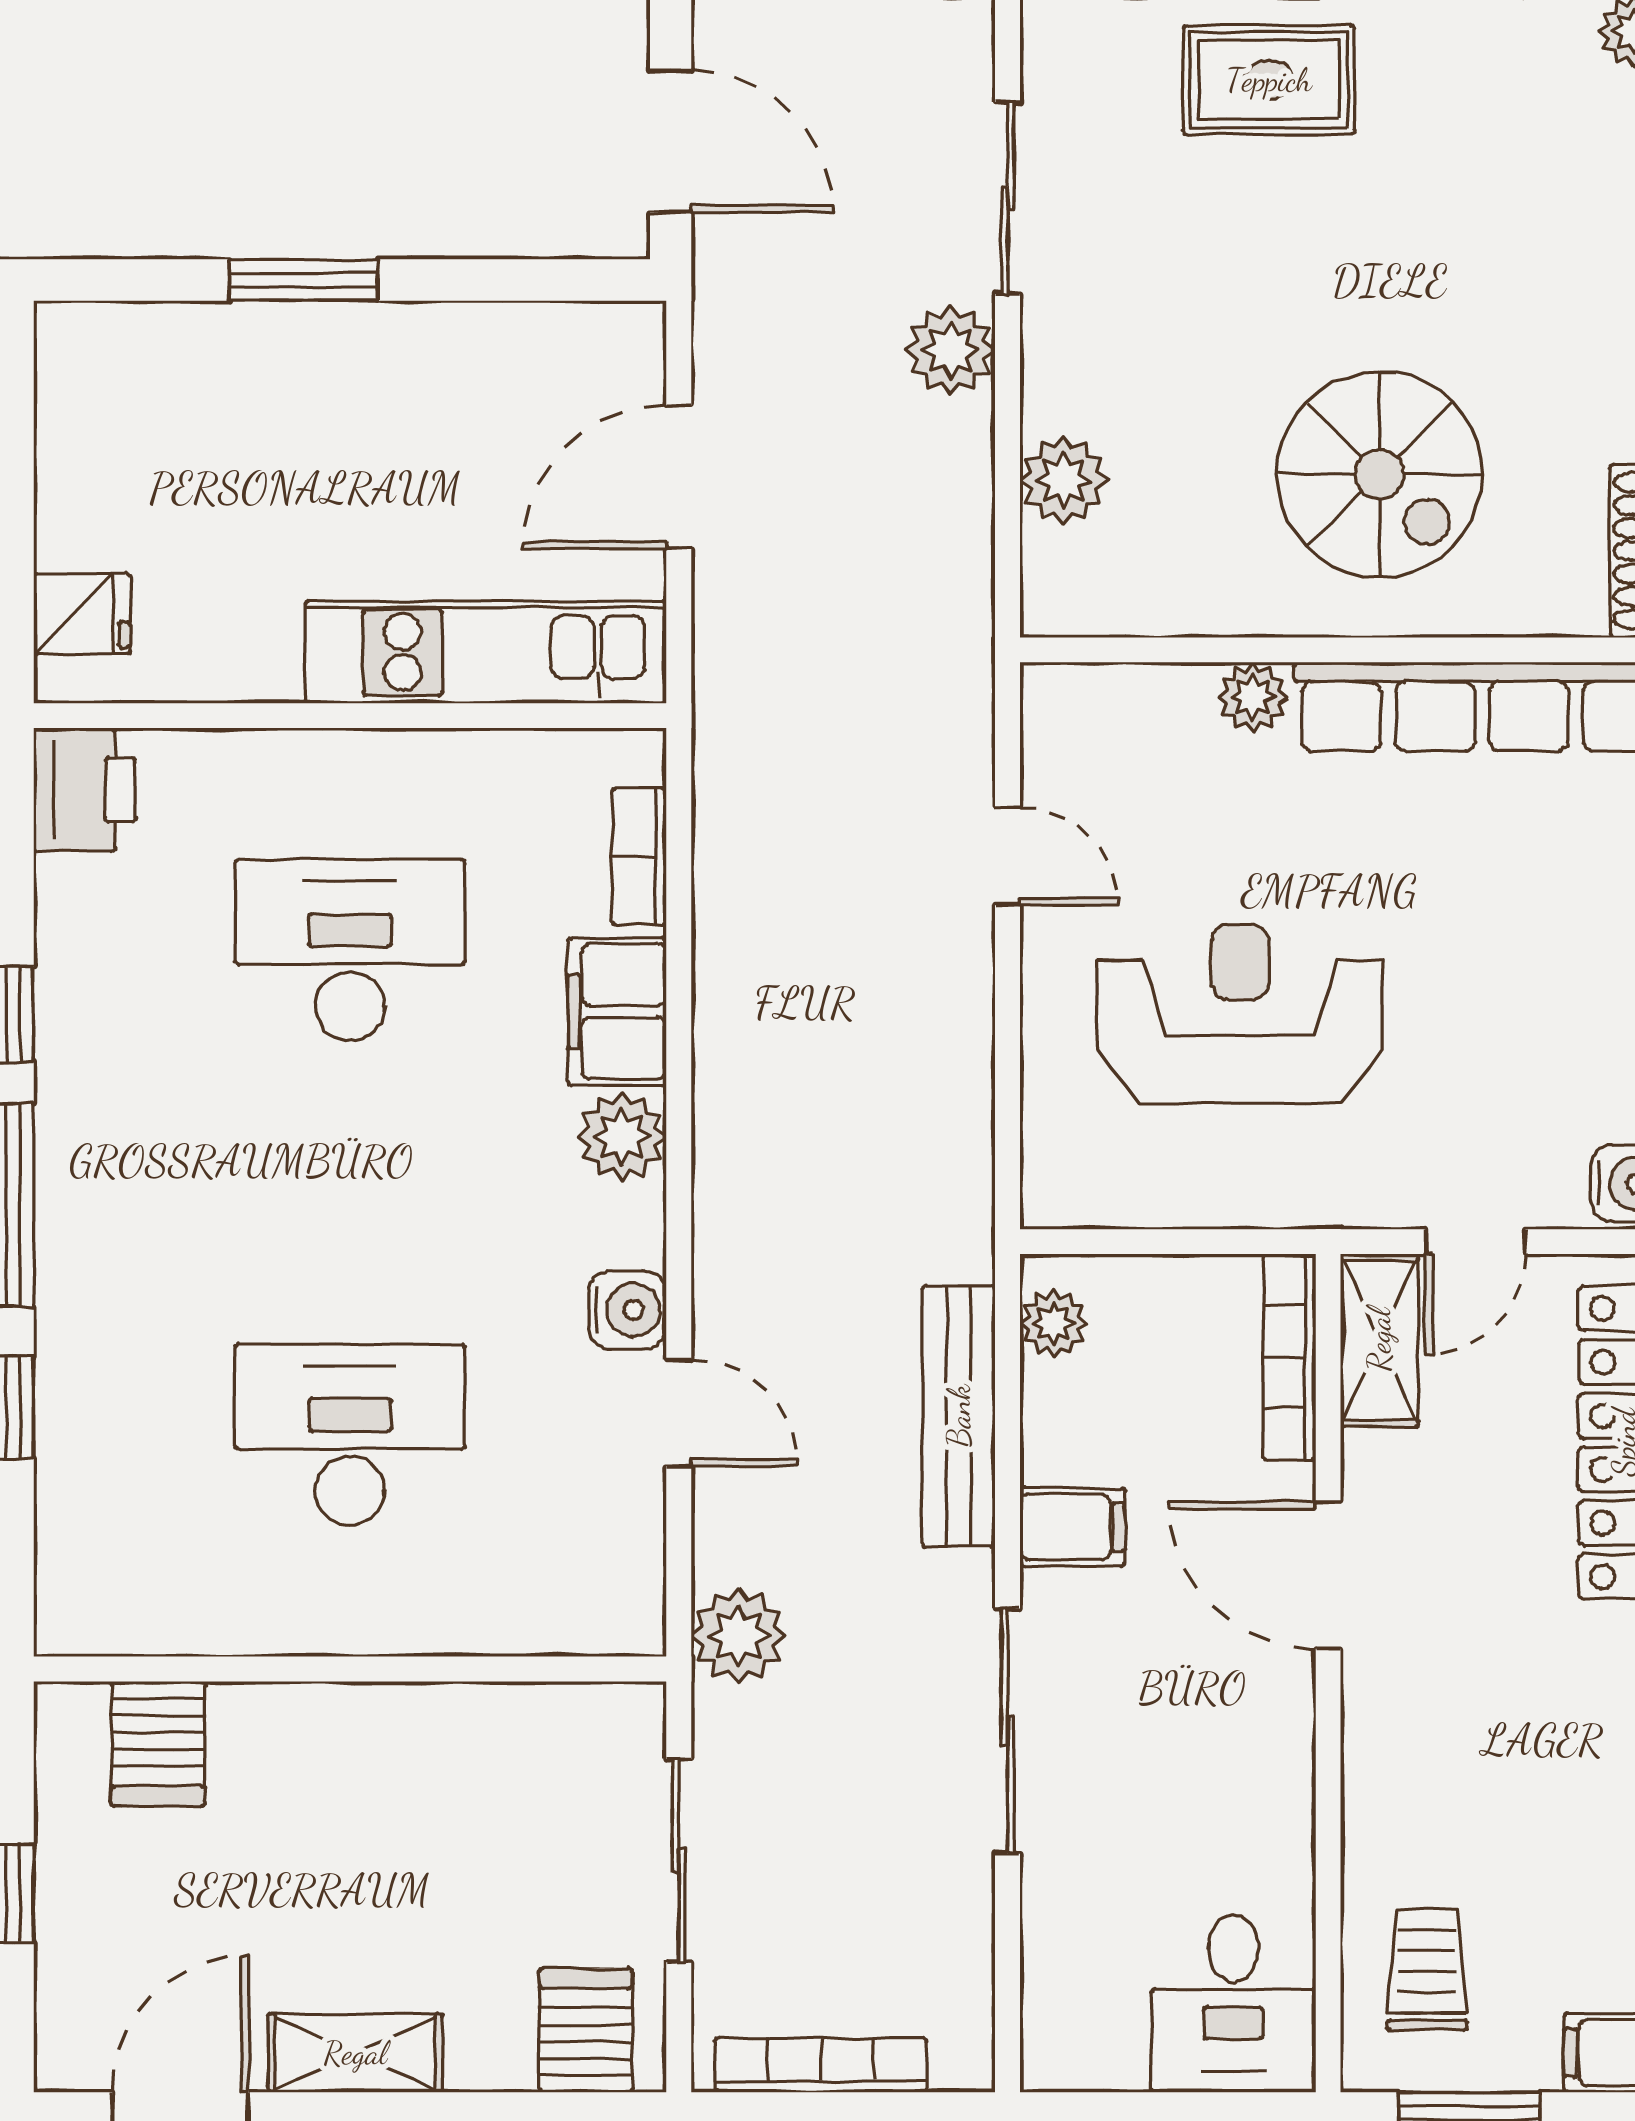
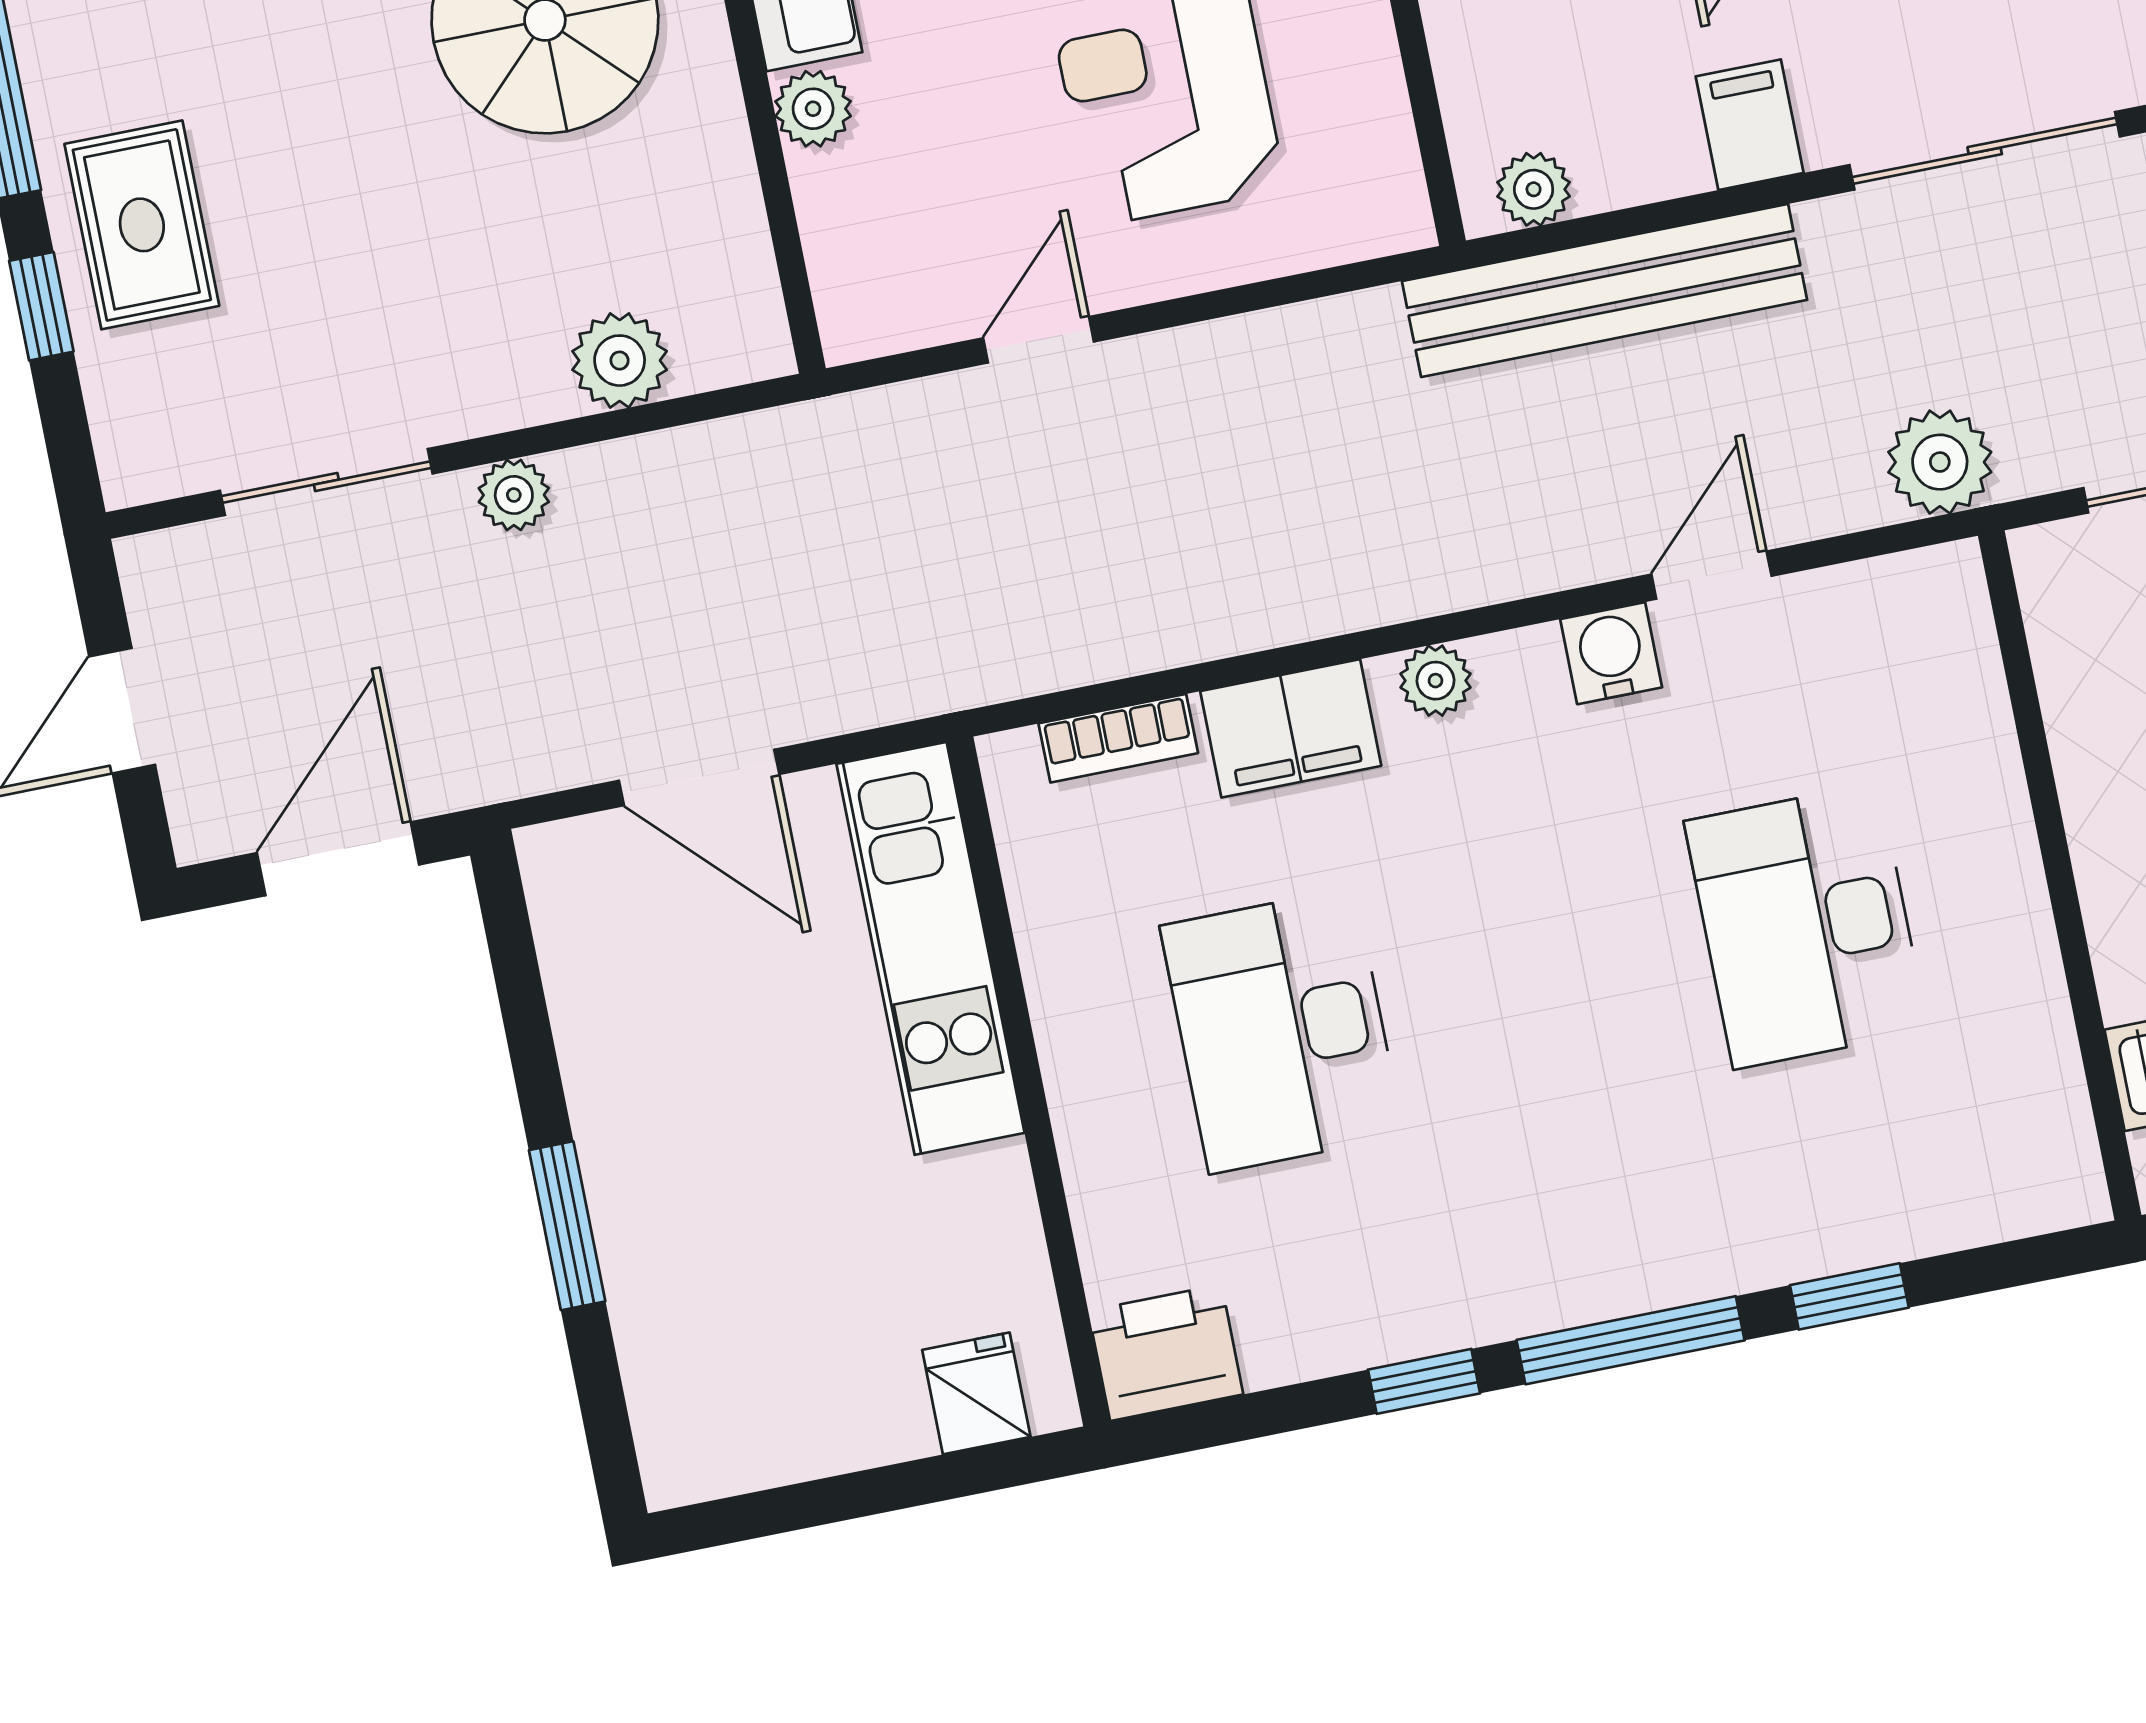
plant: (951, 350) -> (514, 495), width x0.73, depth x0.73
plant: (622, 1137) -> (1435, 681), width x0.73, depth x0.73
bench: (959, 1416) -> (1605, 290), width x1.37, depth x1.21

